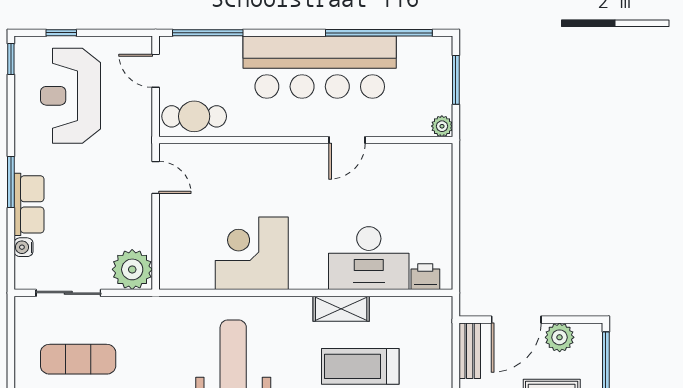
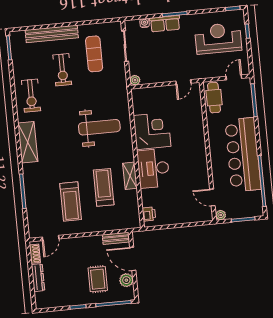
door: (347, 140) -> (212, 197), moved
desk: (369, 258) -> (153, 168), moved
plant: (132, 269) -> (135, 80), width x0.53, depth x0.53

